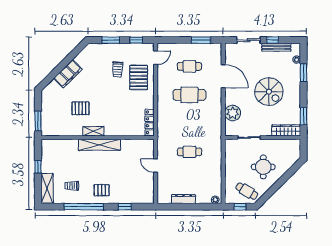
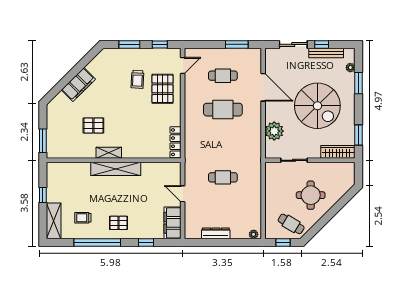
spiral stairs: (269, 92) -> (317, 106), width x1.37, depth x1.37
filing cabinet: (147, 190) -> (173, 223), added

